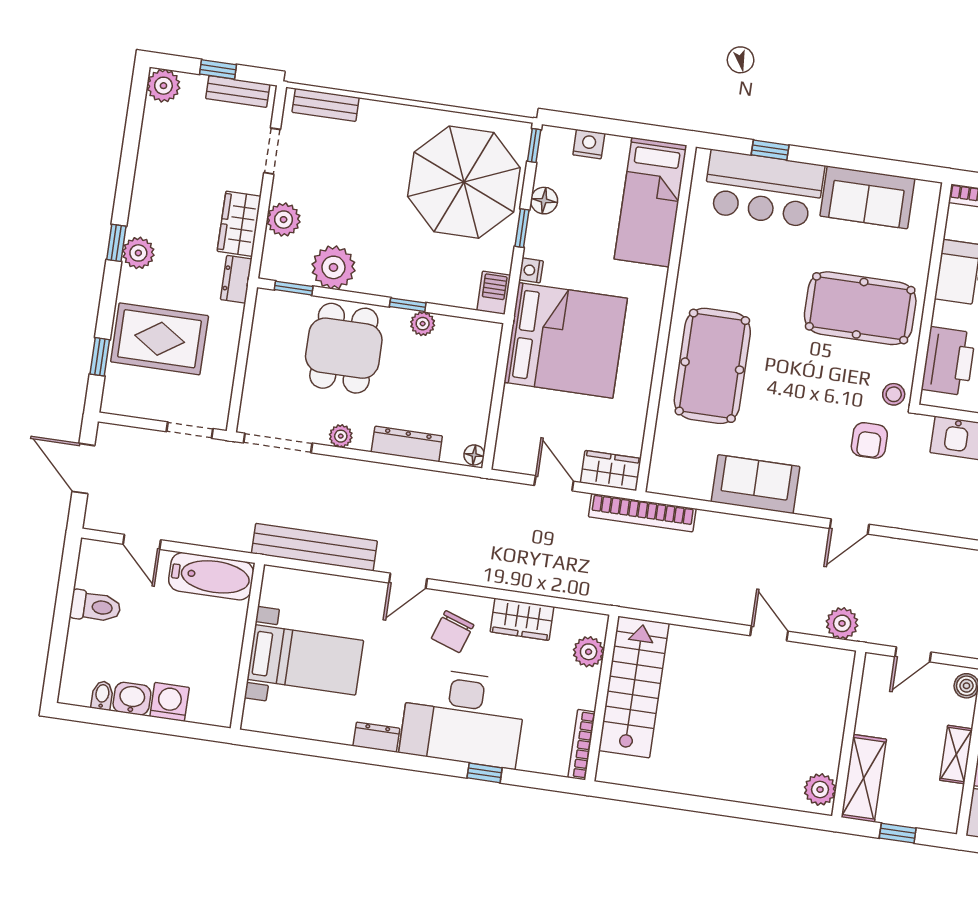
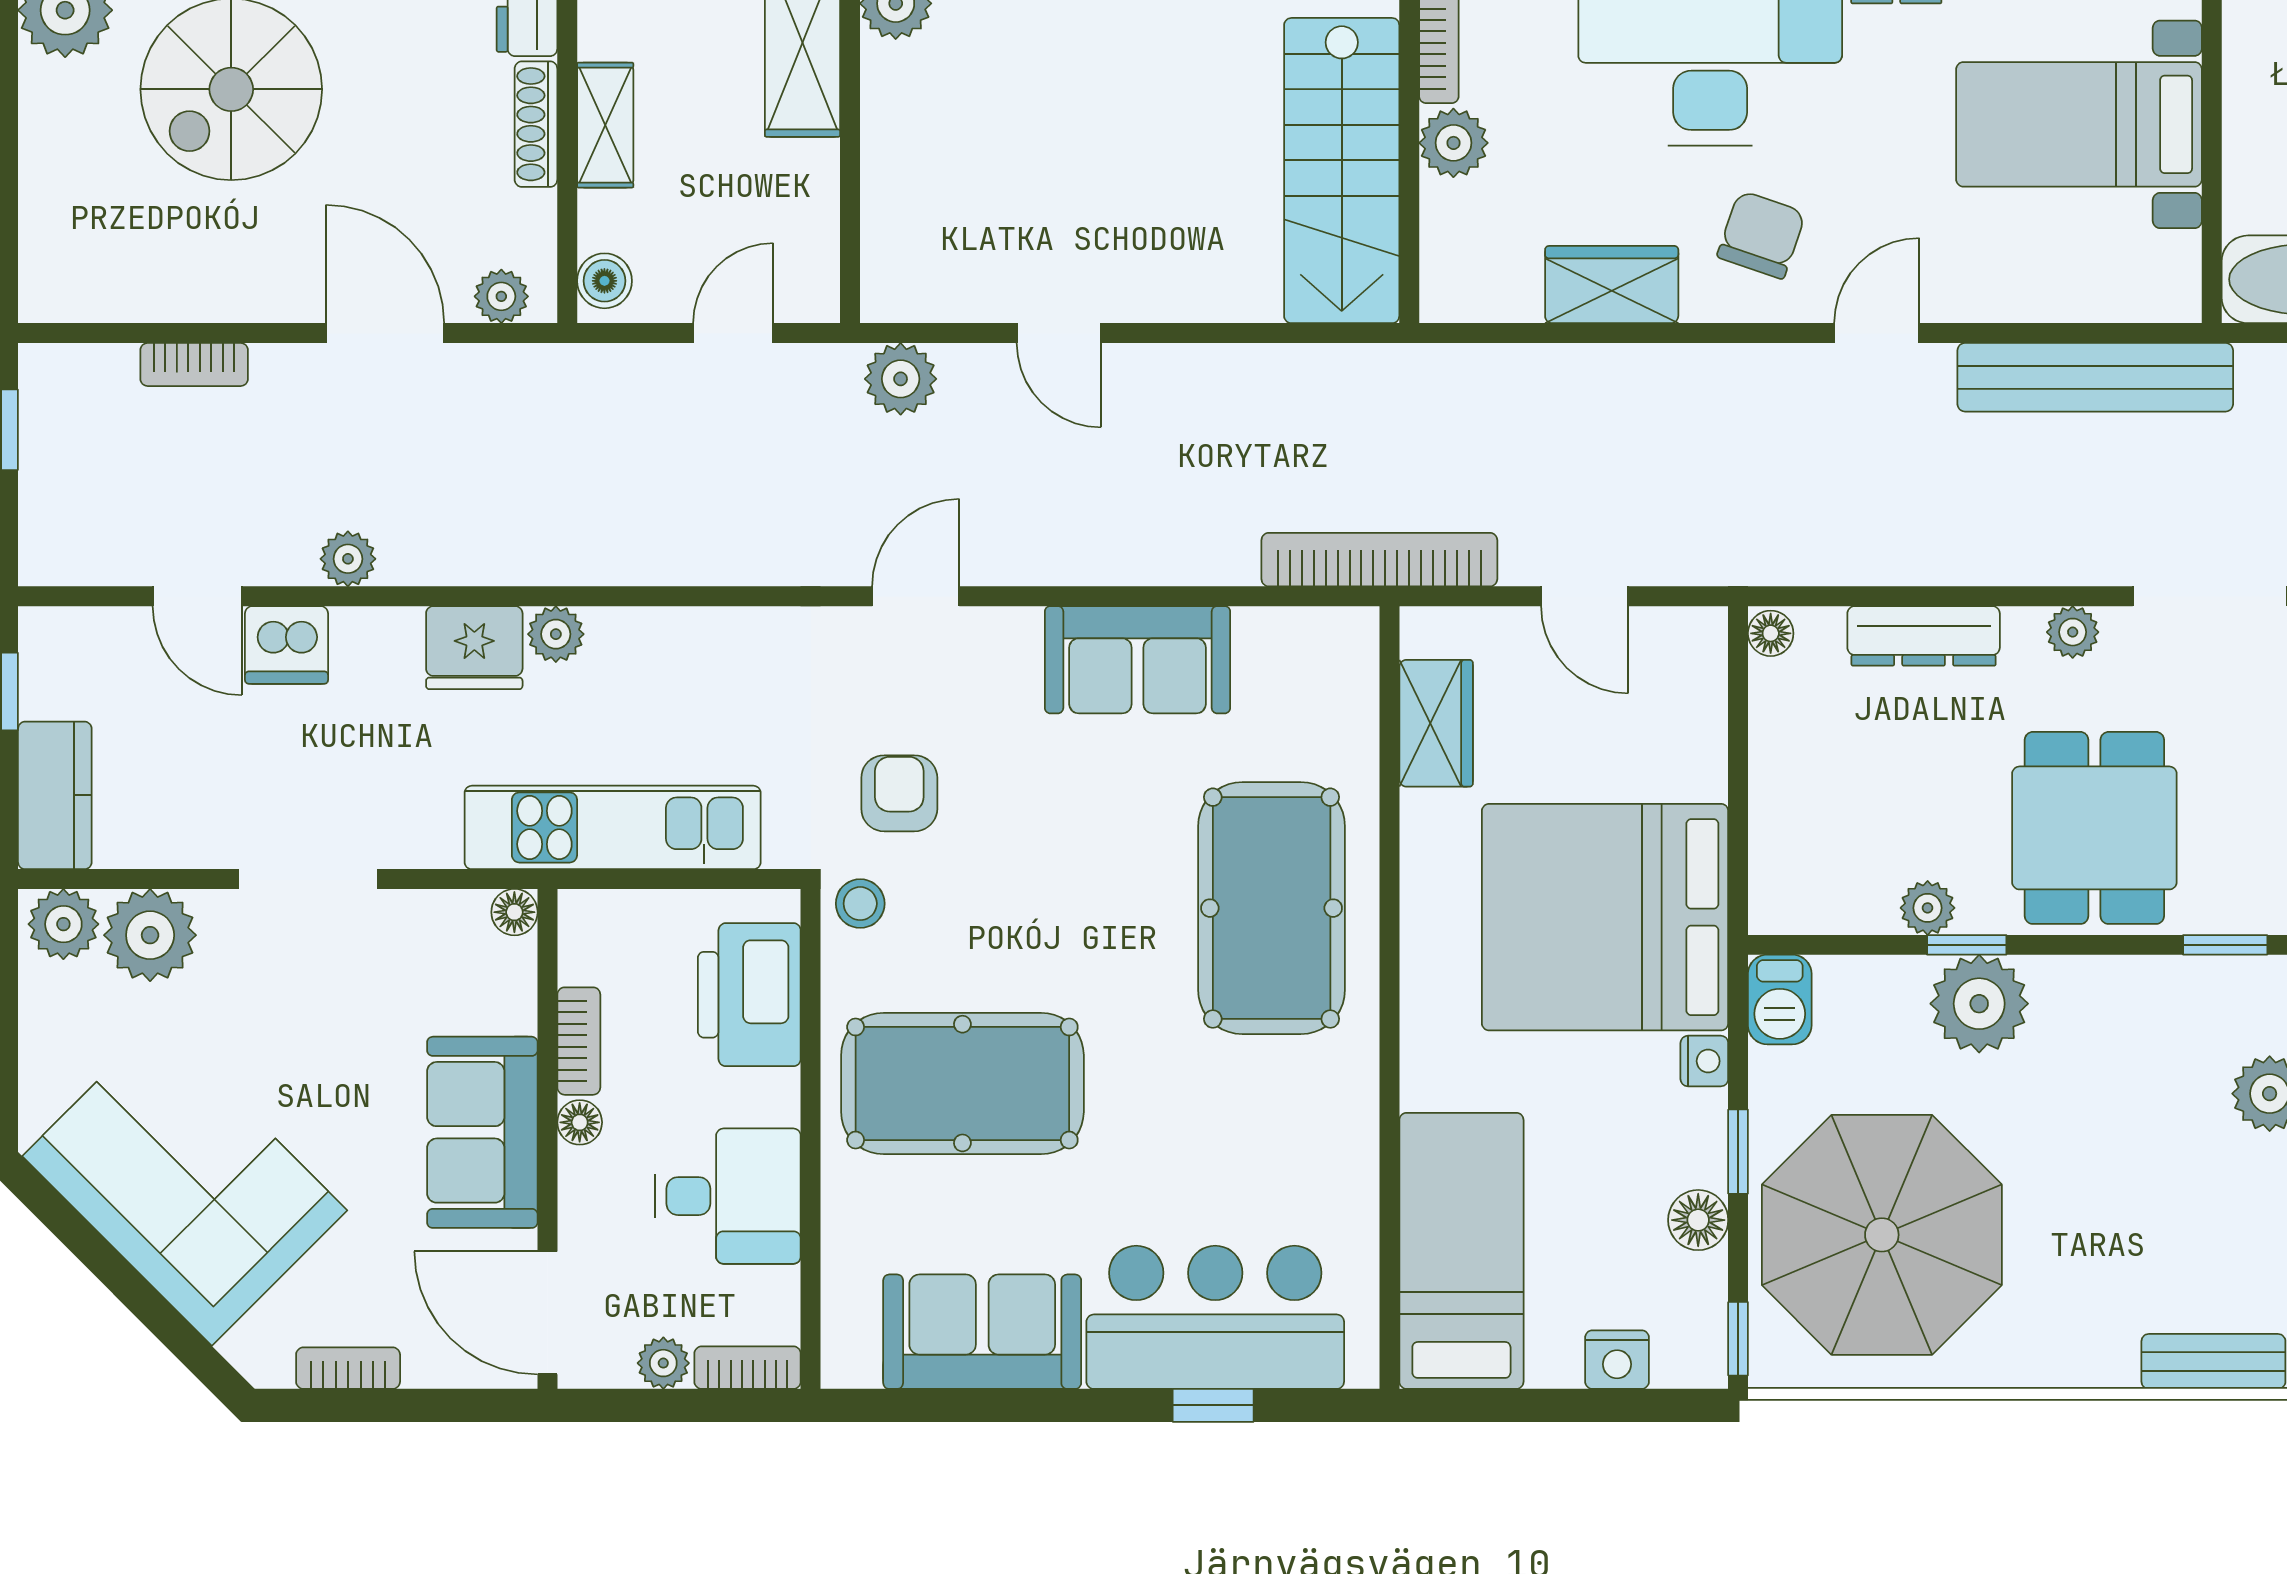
plant: (333, 267) -> (1979, 1004), moved
wardrobe: (611, 471) -> (1436, 723), moved, turned -90
plant: (589, 652) -> (1453, 143), moved

